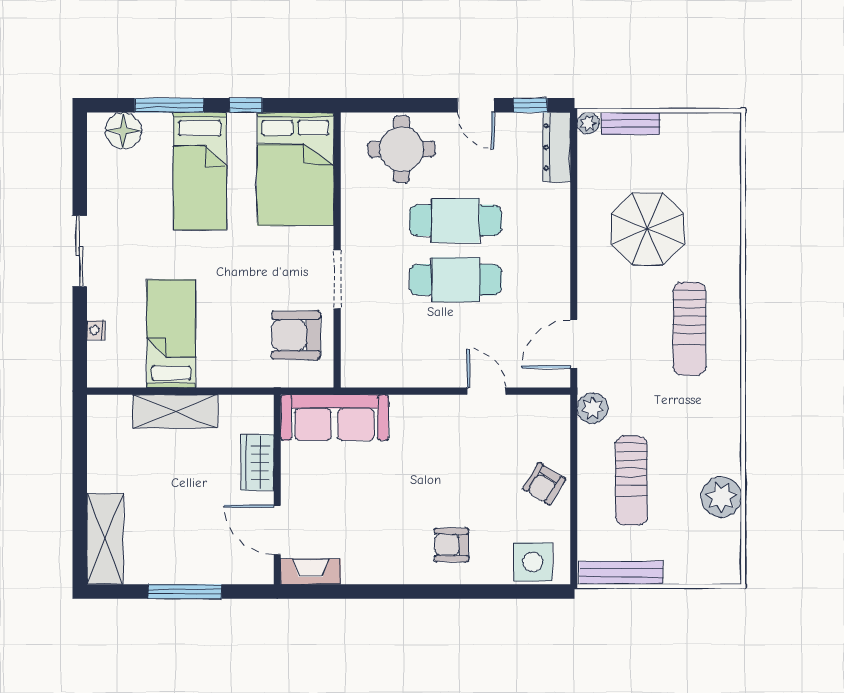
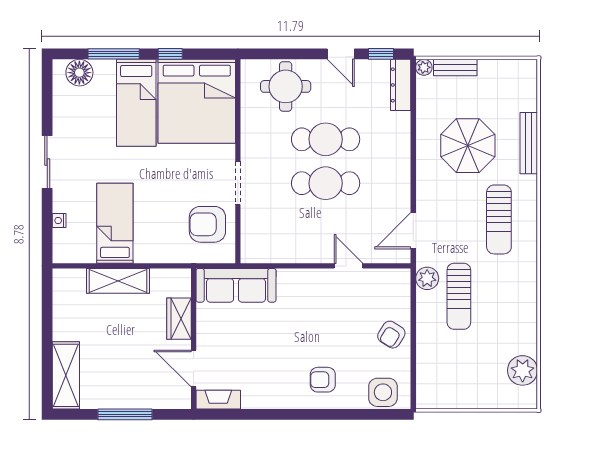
bed: (295, 169) -> (197, 101), width x1.36
sun lounger: (631, 481) -> (459, 296), moved
plant: (721, 497) -> (523, 370), moved
bench: (621, 573) -> (529, 143), moved, turned 90

